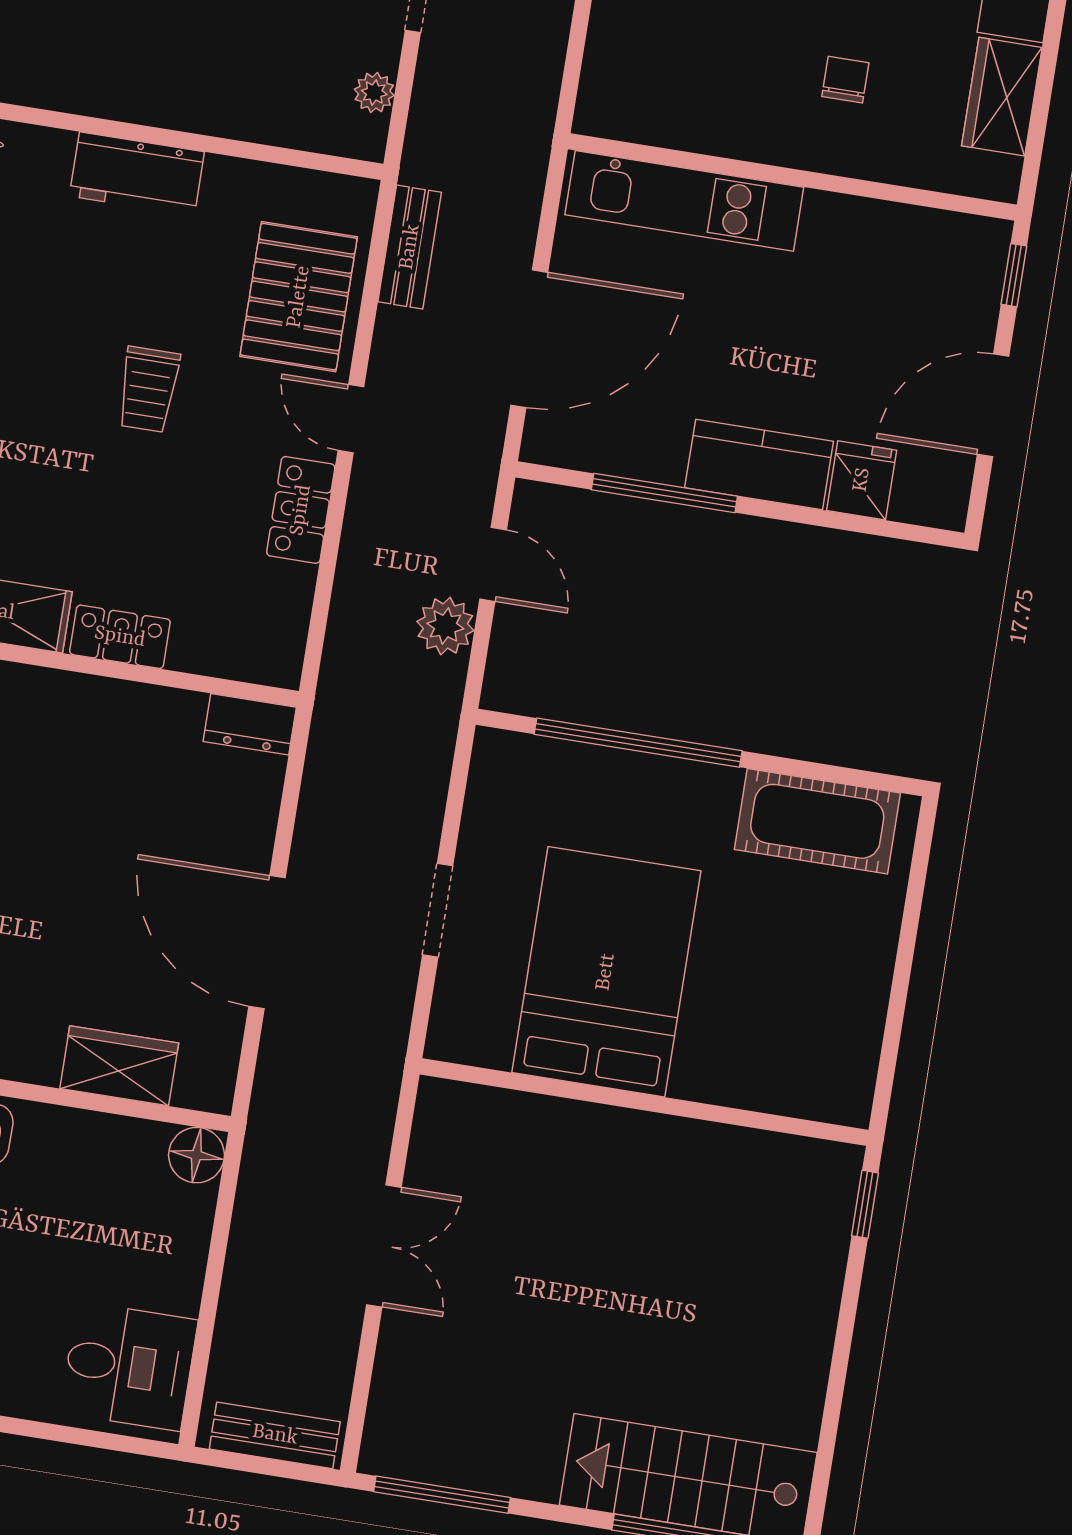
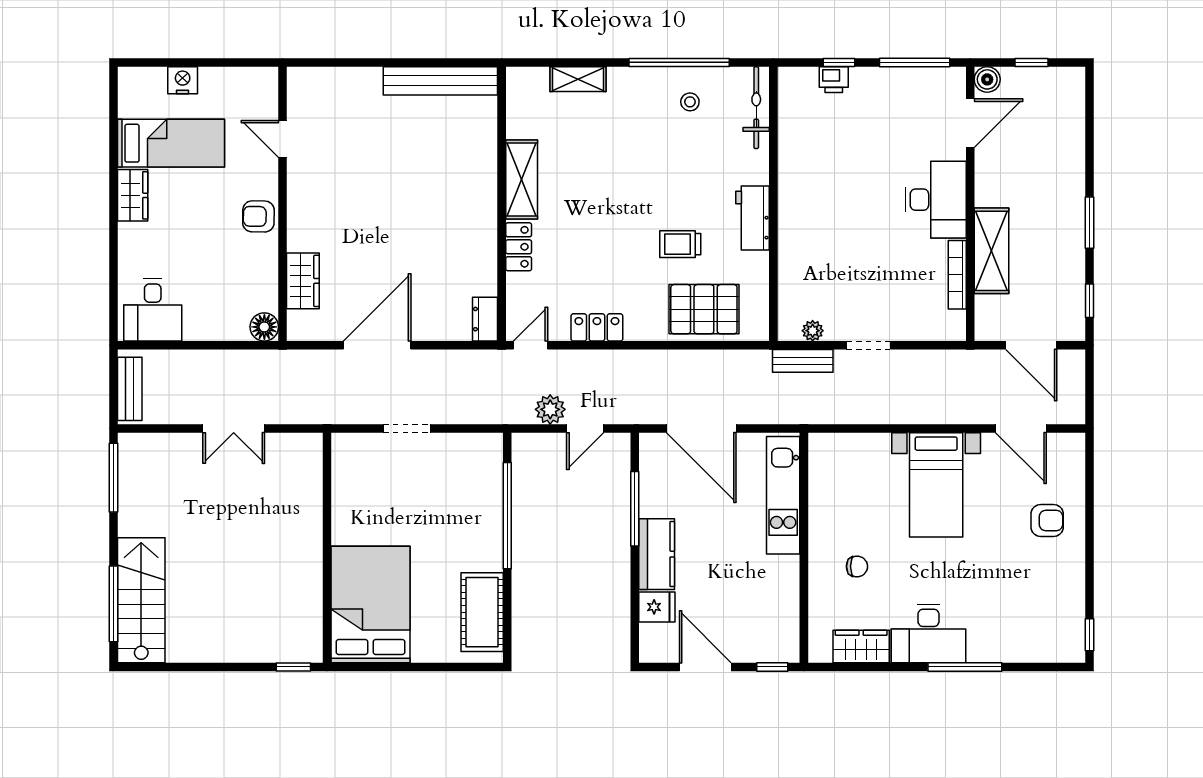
bench: (410, 247) -> (803, 361), moved
trolley: (148, 389) -> (680, 244), moved
door: (351, 419) -> (530, 345), moved
bed: (606, 972) -> (370, 604), moved, turned -90

